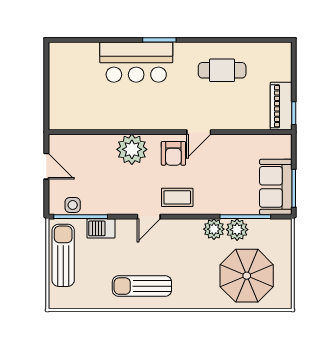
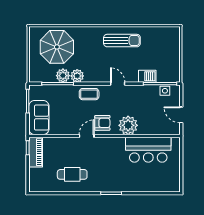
bar counter: (136, 62) -> (148, 150), moved, turned 180
armchair: (173, 153) -> (102, 123), turned 90
sofa: (276, 187) -> (39, 118), moved
coffee table: (177, 197) -> (89, 94), moved
door: (149, 217) -> (118, 84), hinge flipped
sun lounger: (63, 255) -> (171, 60), removed

